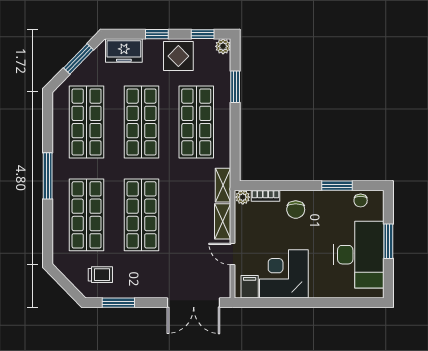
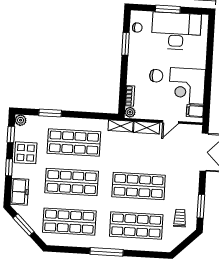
chair: (296, 210) -> (156, 76), moved

